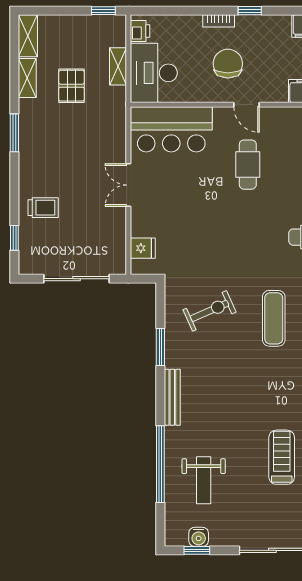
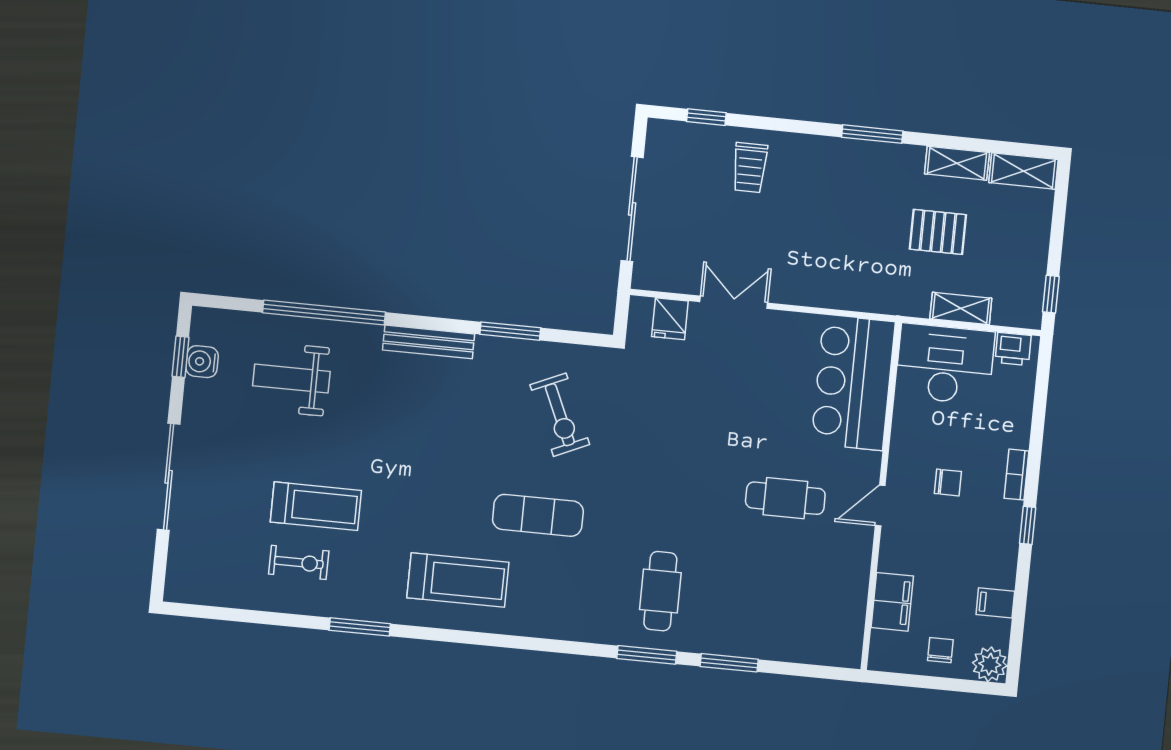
chair: (228, 64) -> (948, 483), width x0.54, depth x0.54
double door: (128, 185) -> (734, 302), moved

